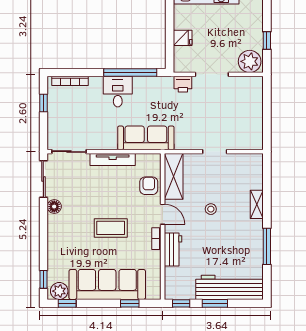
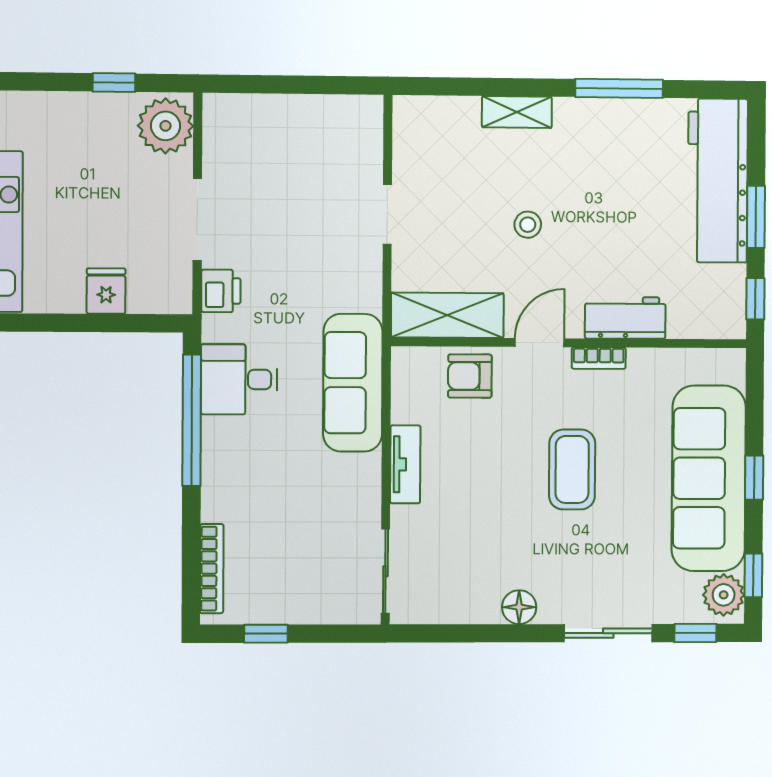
desk: (118, 92) -> (239, 379), moved
tv unit: (113, 159) -> (405, 464), width x0.71
sliding door: (43, 179) -> (608, 633), moved
window: (130, 303) -> (754, 478), moved

